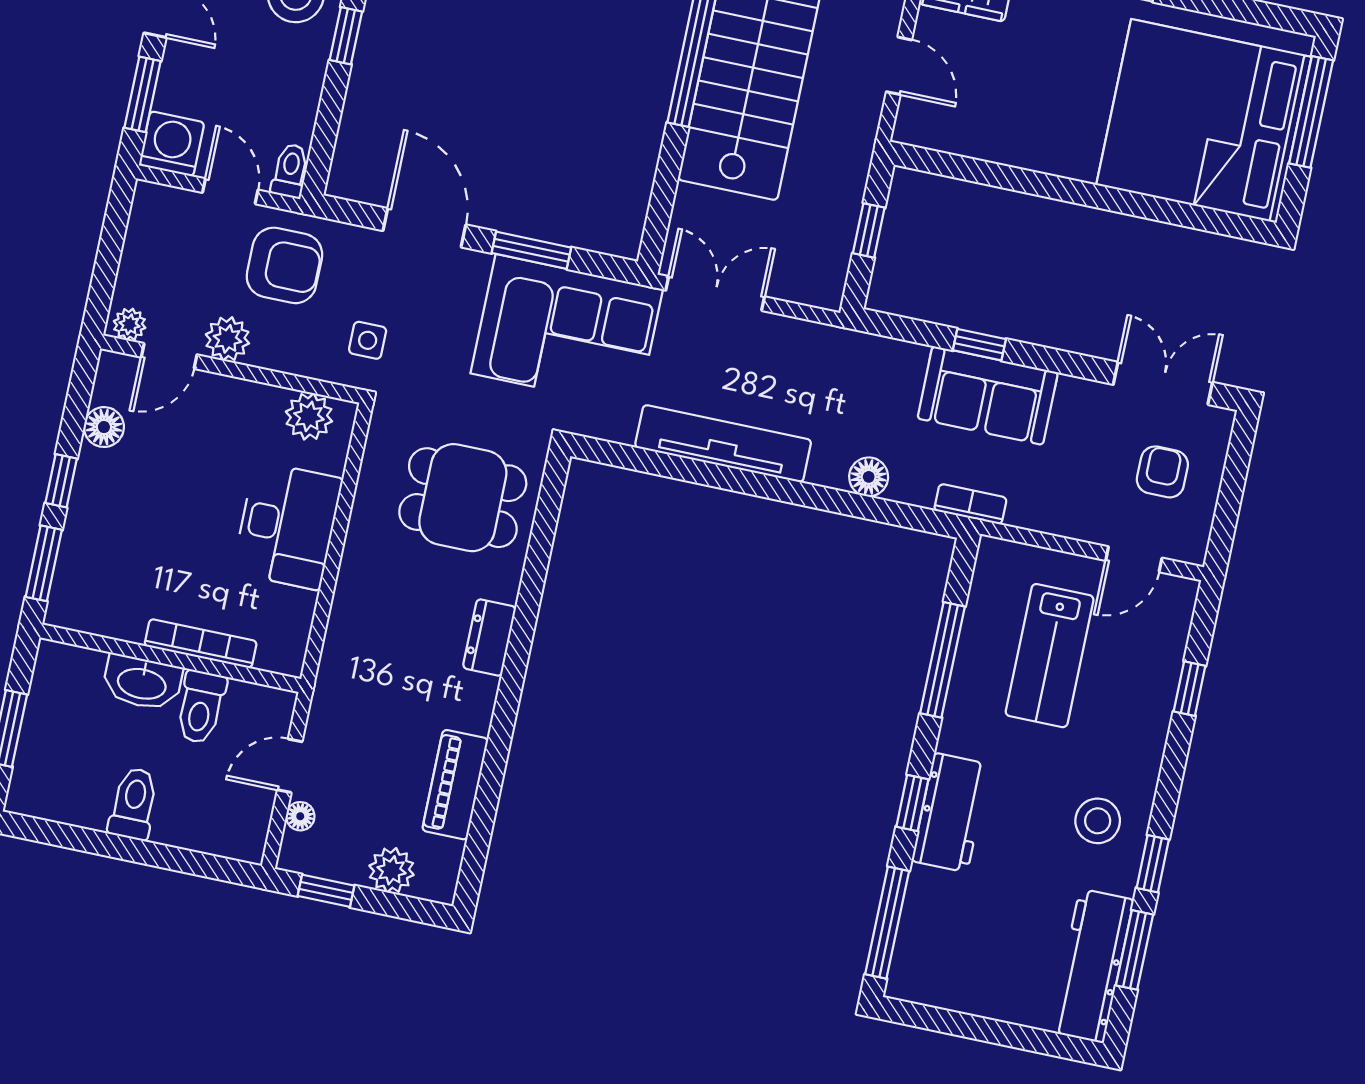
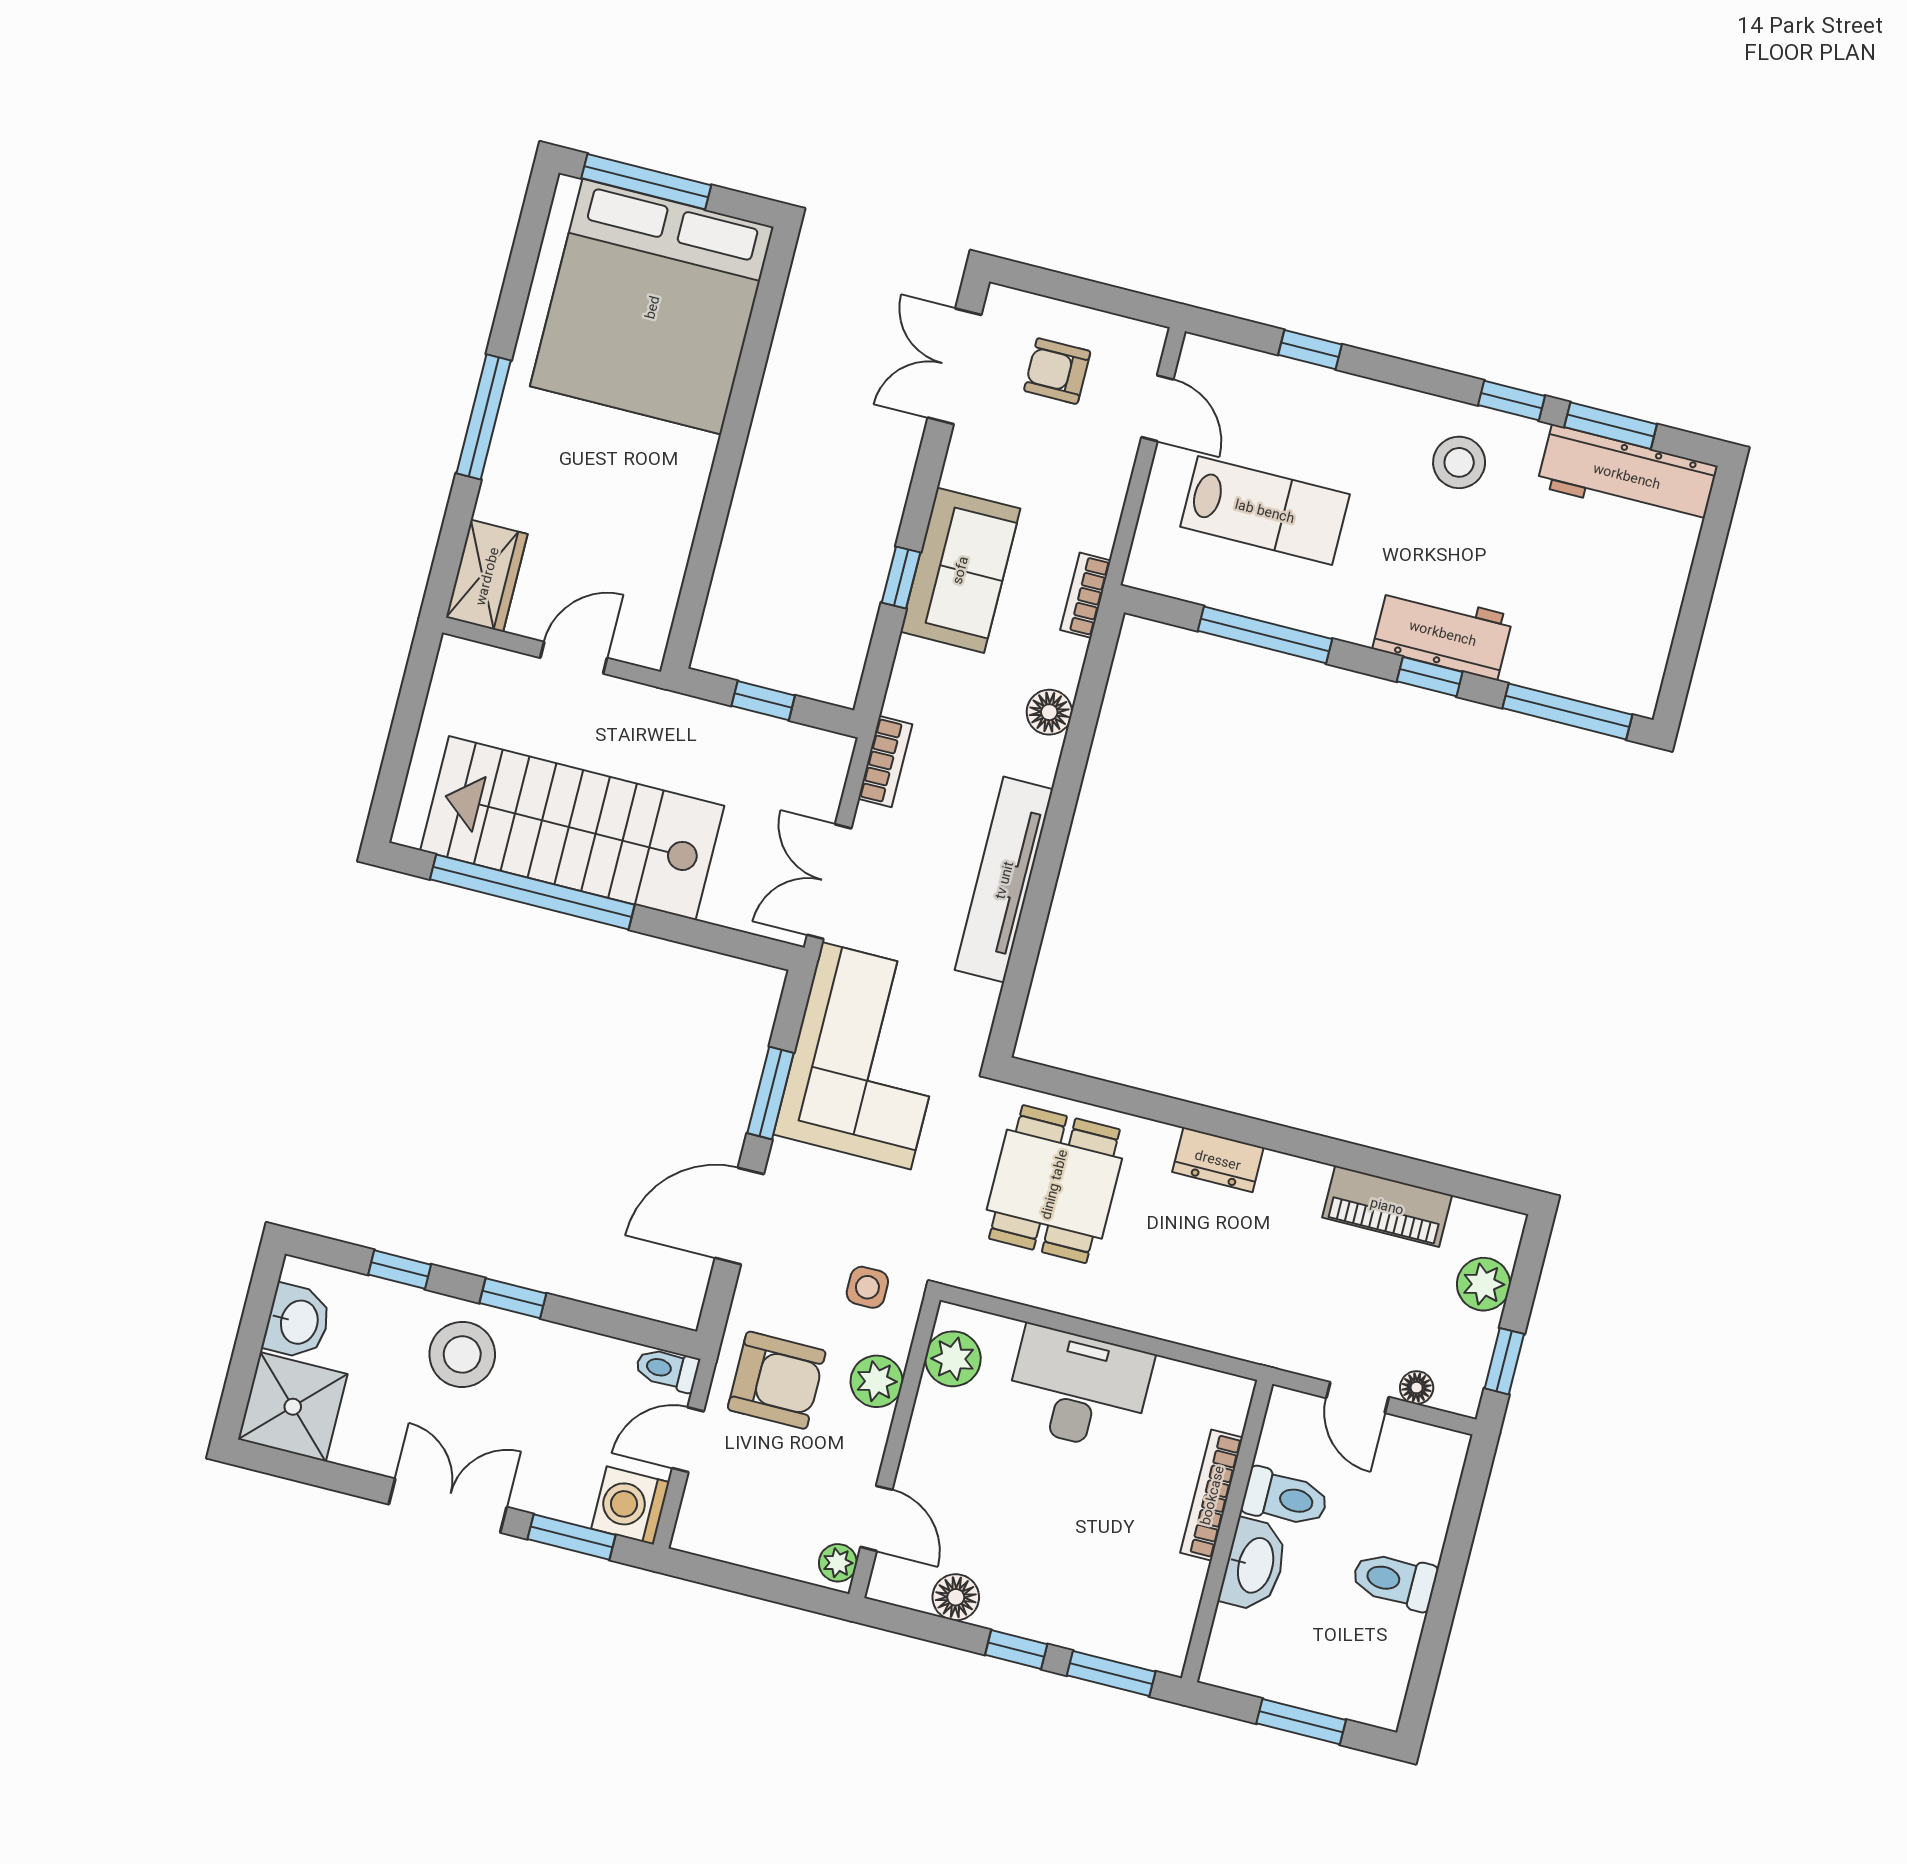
armchair: (284, 265) -> (777, 1380), turned 90
bookcase: (821, 337) -> (885, 762), added
plant: (227, 339) -> (877, 1381), moved

